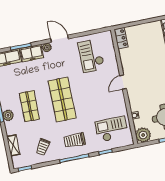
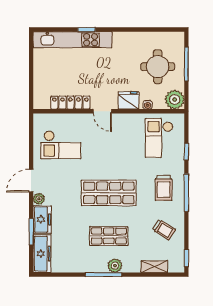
locker: (121, 38) -> (70, 103), moved, width x1.53
fridge: (135, 100) -> (128, 100), added

